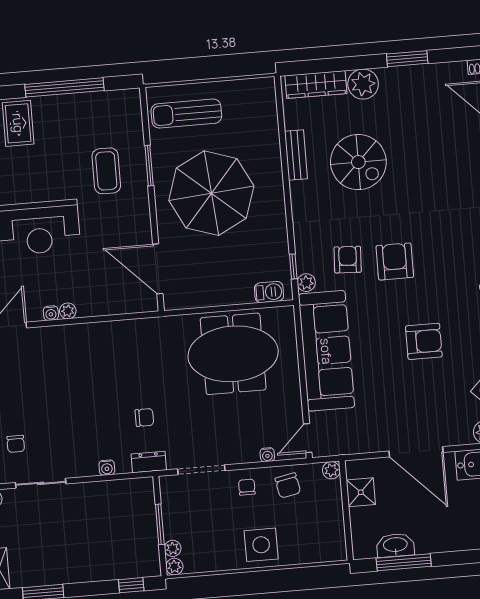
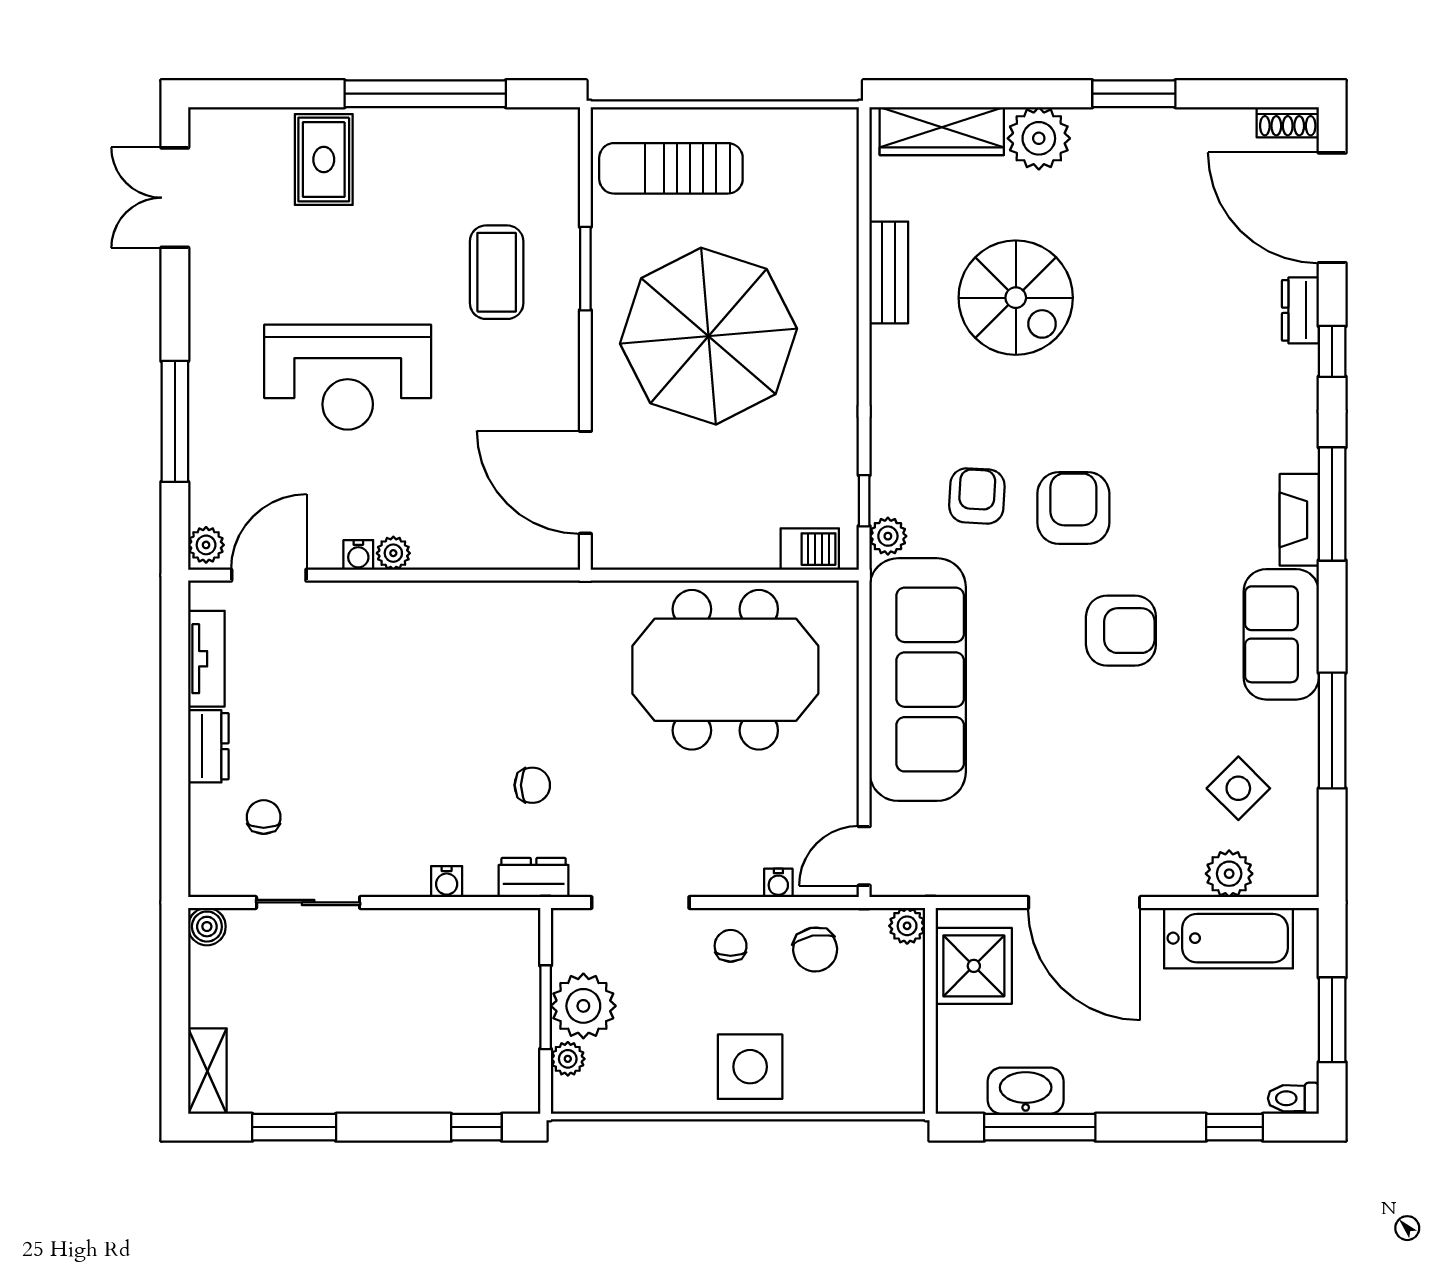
armchair: (424, 341) -> (1121, 631), moved
chair: (16, 444) -> (264, 817), turned 180
shower: (361, 492) -> (974, 966), width x1.36, depth x1.36
plant: (174, 567) -> (583, 1006), moved, width x1.88, depth x1.88

